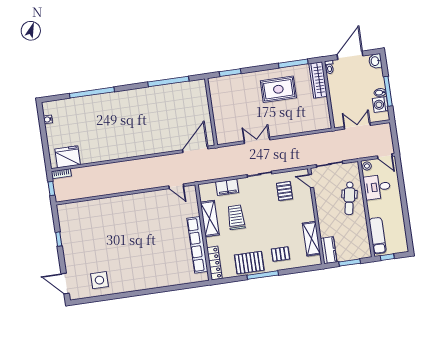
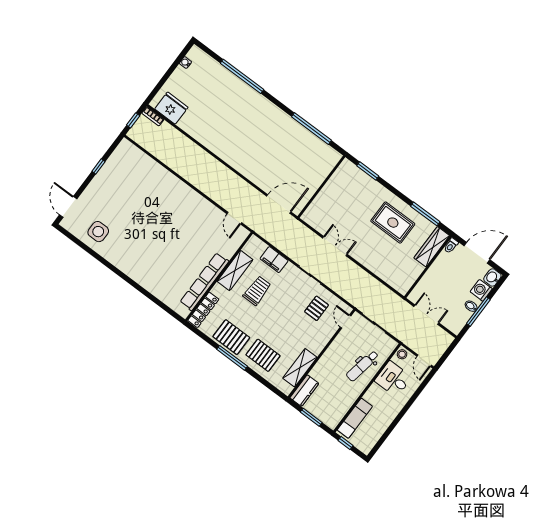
washing machine: (380, 105) -> (481, 290), moved
pallet: (280, 254) -> (263, 355), width x1.50, depth x1.42

